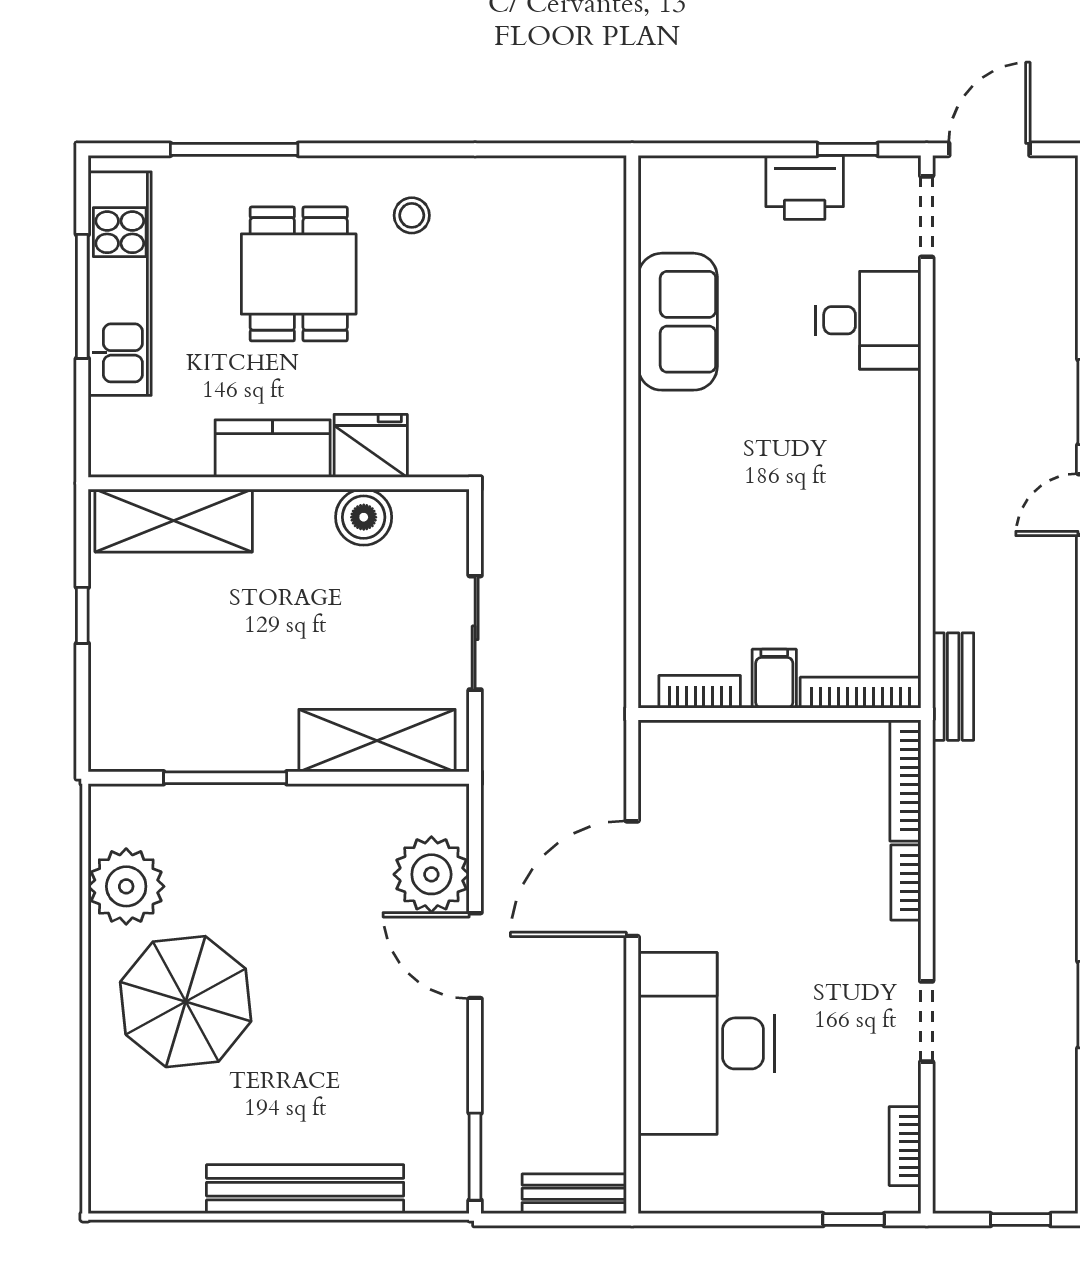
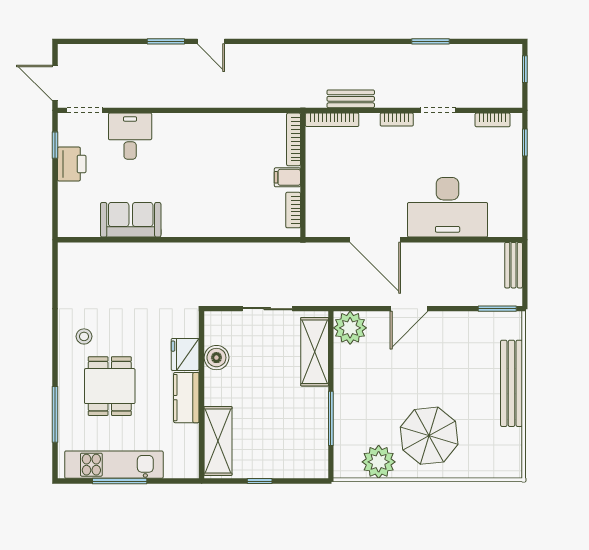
dining table: (299, 274) -> (110, 386), turned 90
bench: (953, 687) -> (351, 99), moved
plant: (431, 874) -> (350, 328), moved
bookcase: (906, 883) -> (397, 120), moved

